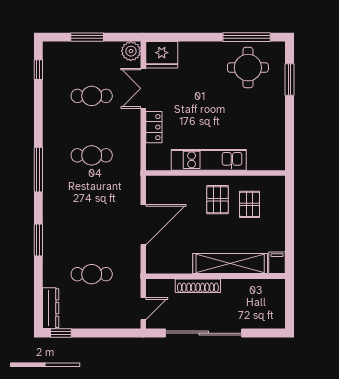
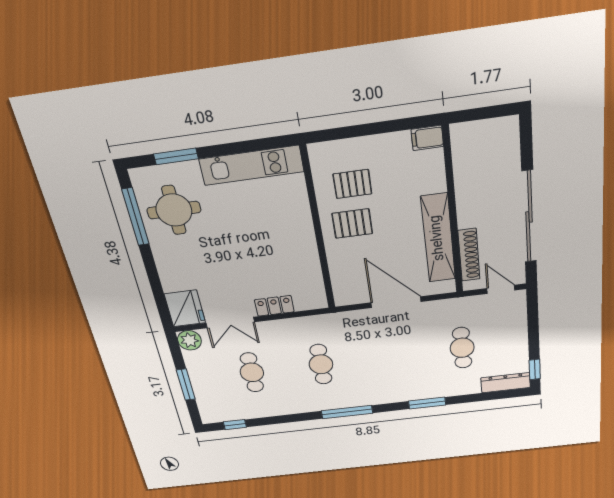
kitchen unit: (209, 160) -> (251, 165), moved, turned -90
shelving: (230, 263) -> (438, 238), moved
shoe rack: (198, 286) -> (469, 255), moved

